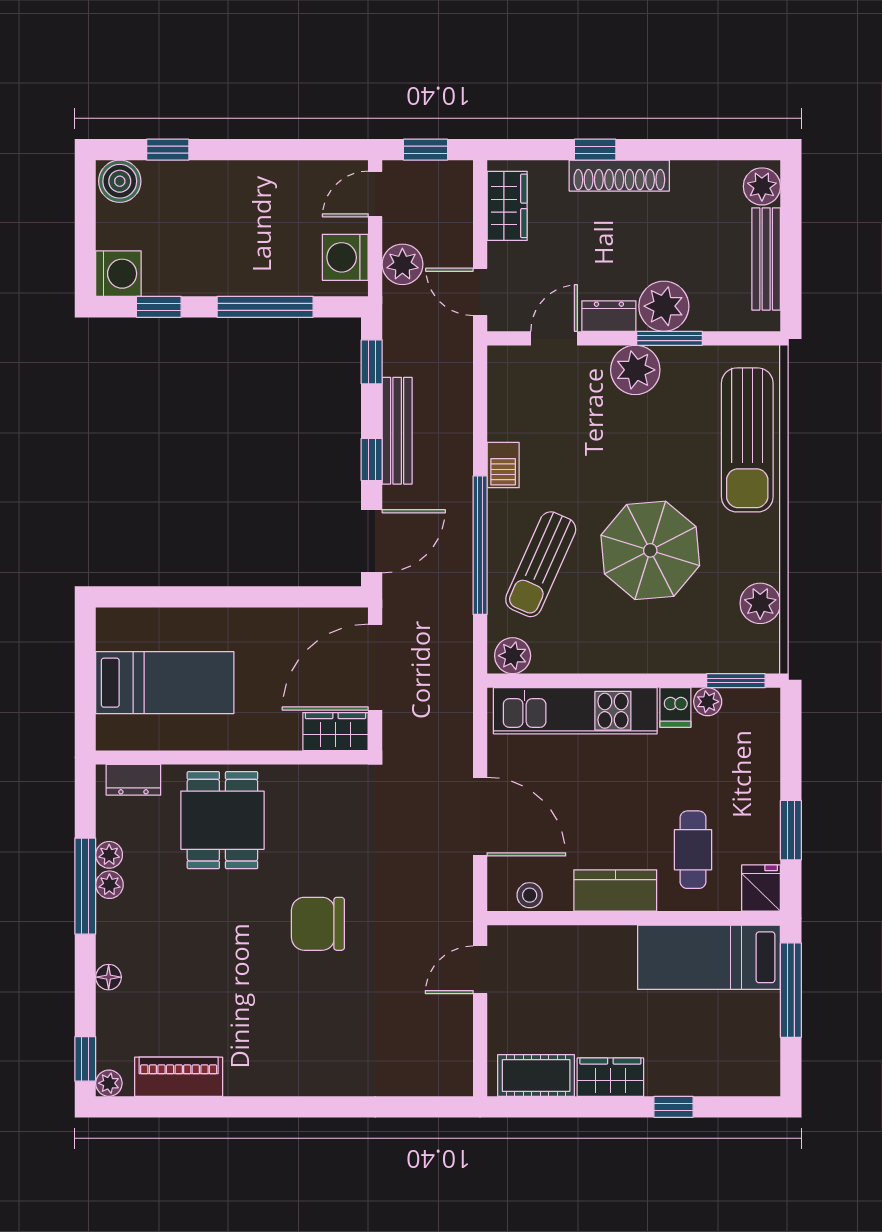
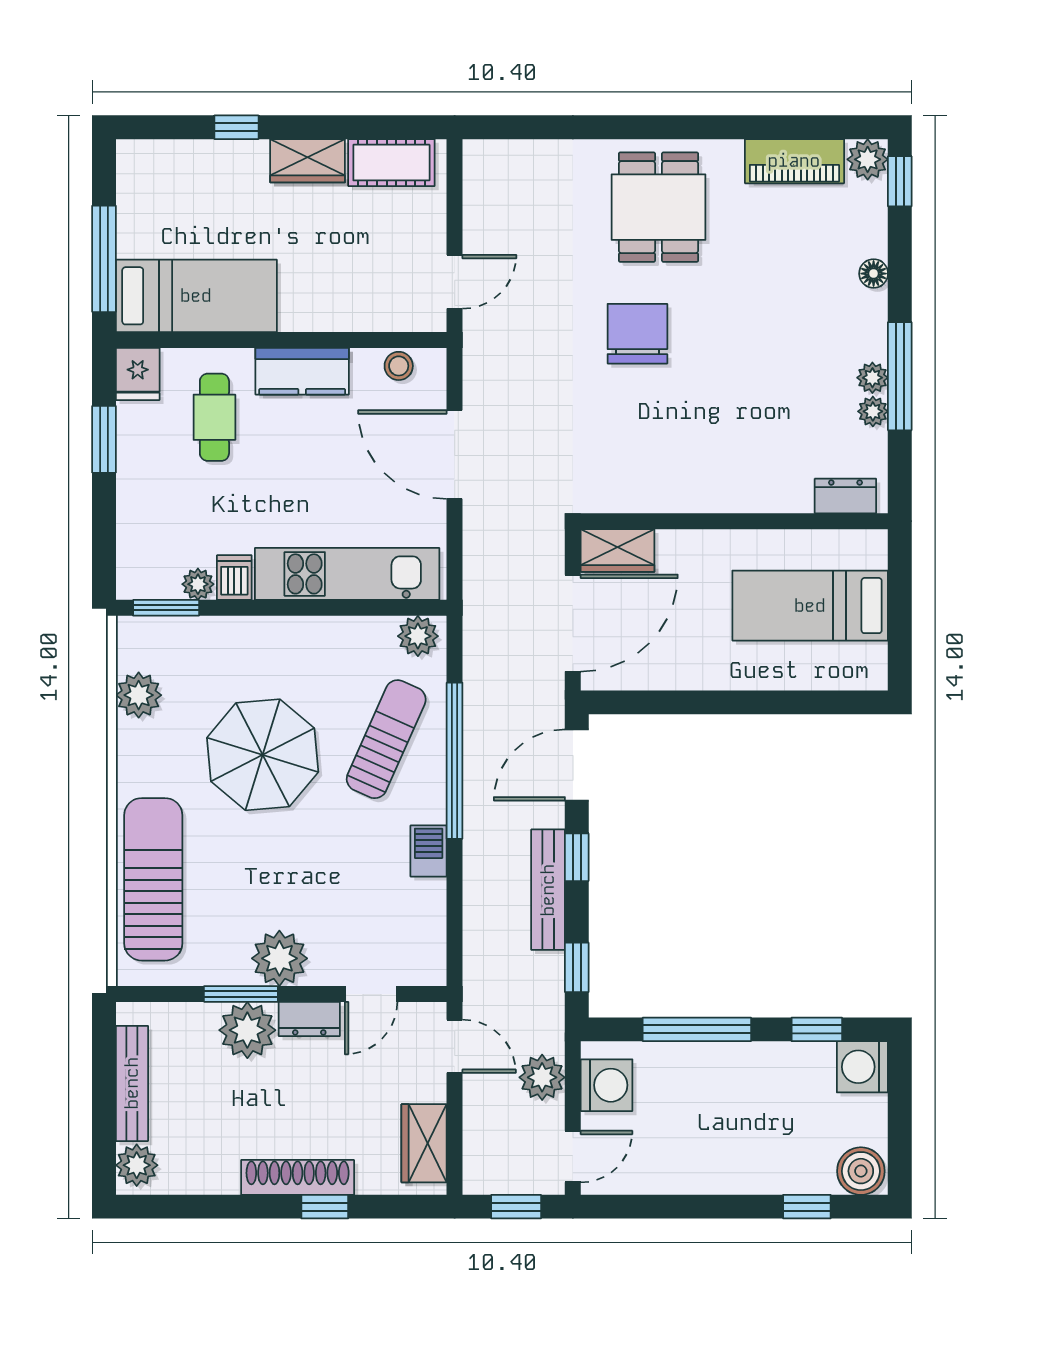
dining table: (222, 820) -> (659, 207), moved
chair: (318, 924) -> (637, 334), turned -90
plant: (109, 1083) -> (868, 159), width x1.38, depth x1.38

